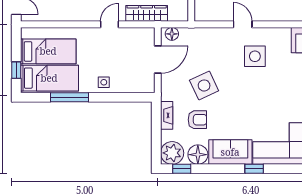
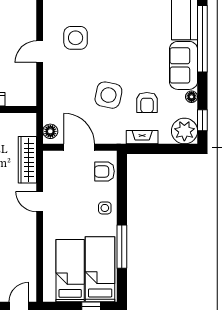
armchair: (136, 82) -> (104, 171), added
side table: (204, 85) -> (108, 95), turned 37
armchair: (197, 120) -> (147, 103), turned 180
floor lamp: (198, 155) -> (192, 97), width x0.53, depth x0.53
window: (254, 169) -> (202, 39), width x3.17

